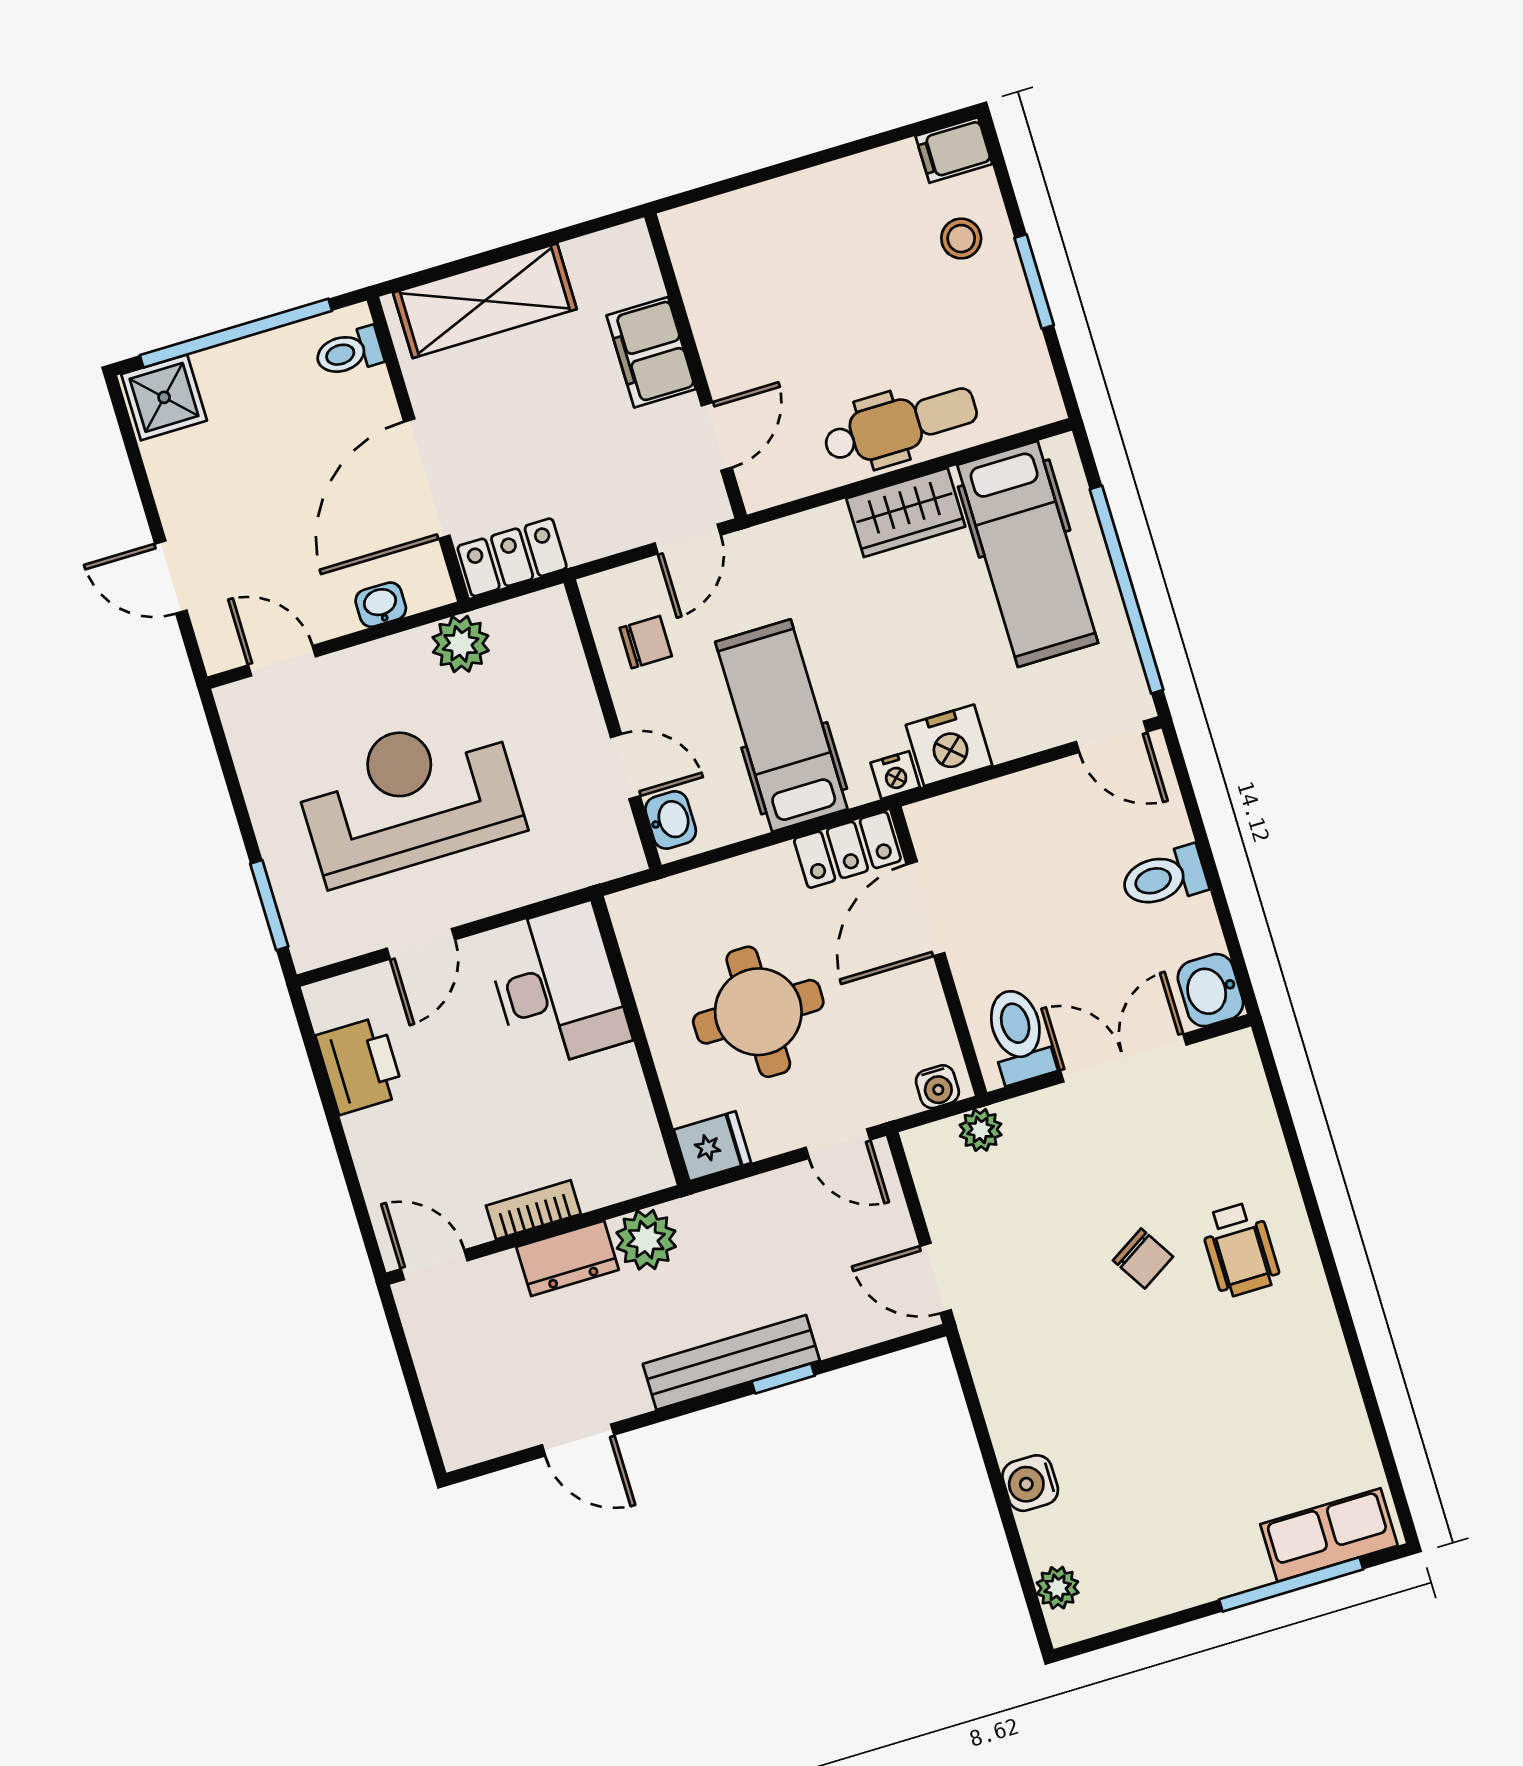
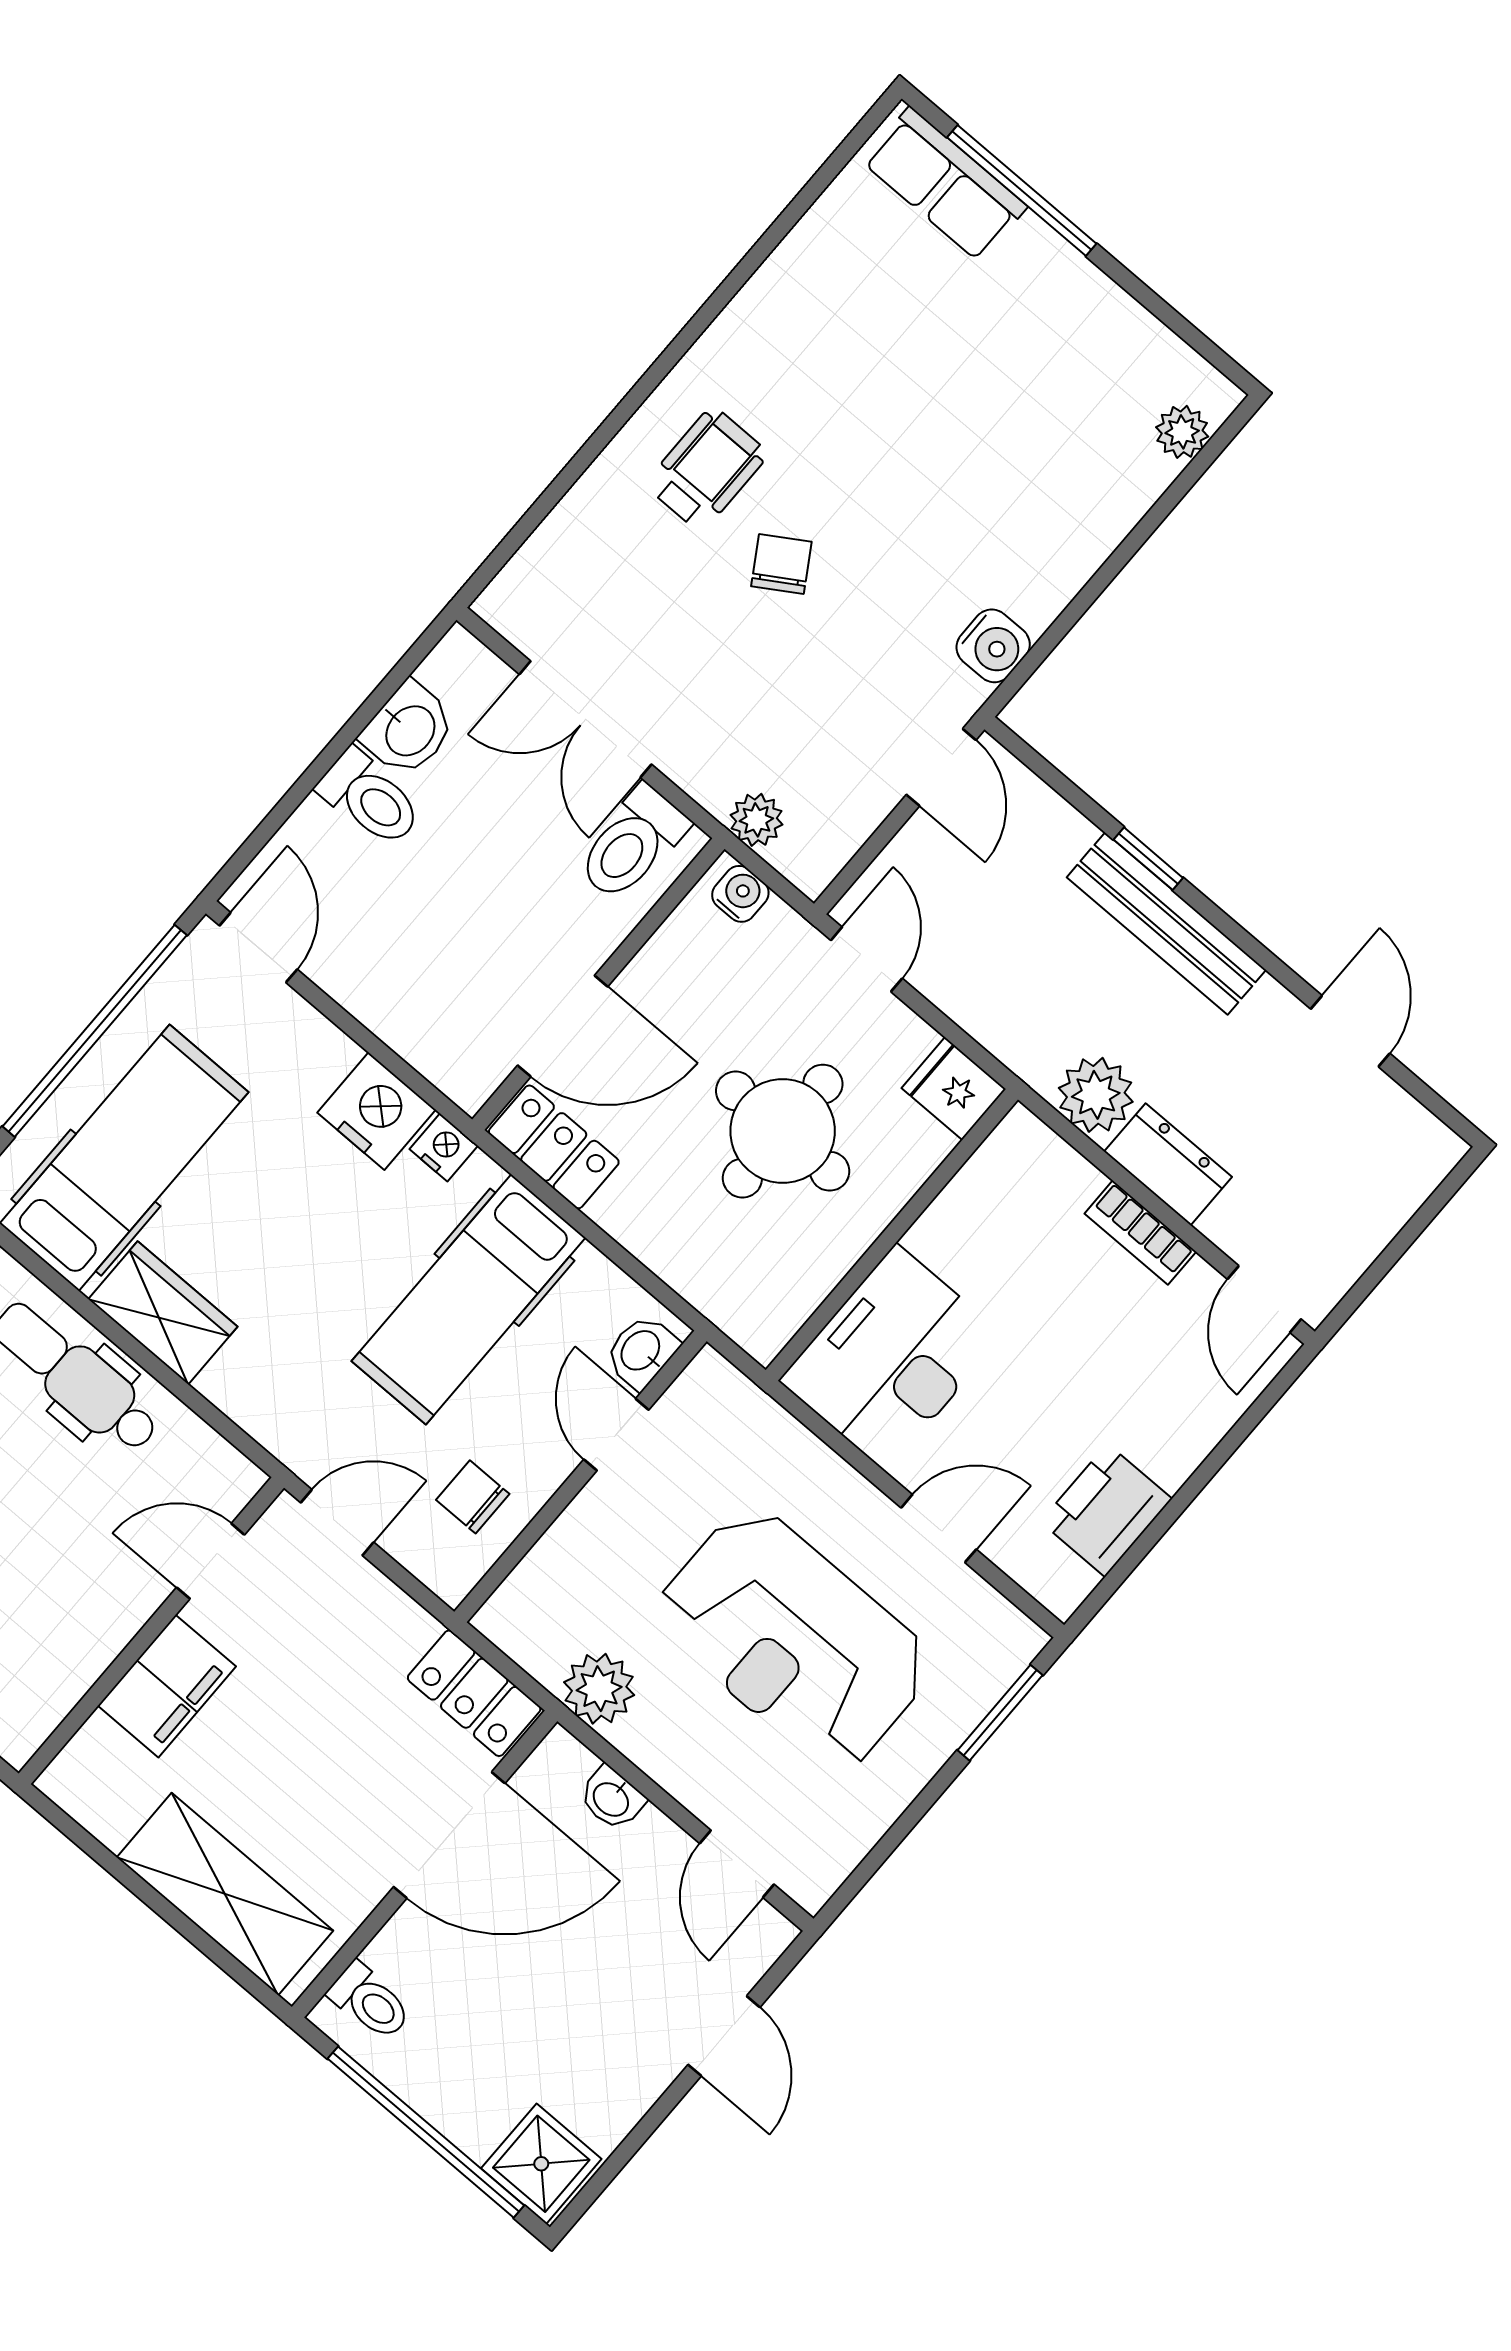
washbasin: (1210, 990) -> (409, 730), moved
water cooler: (1030, 1483) -> (993, 646), moved

